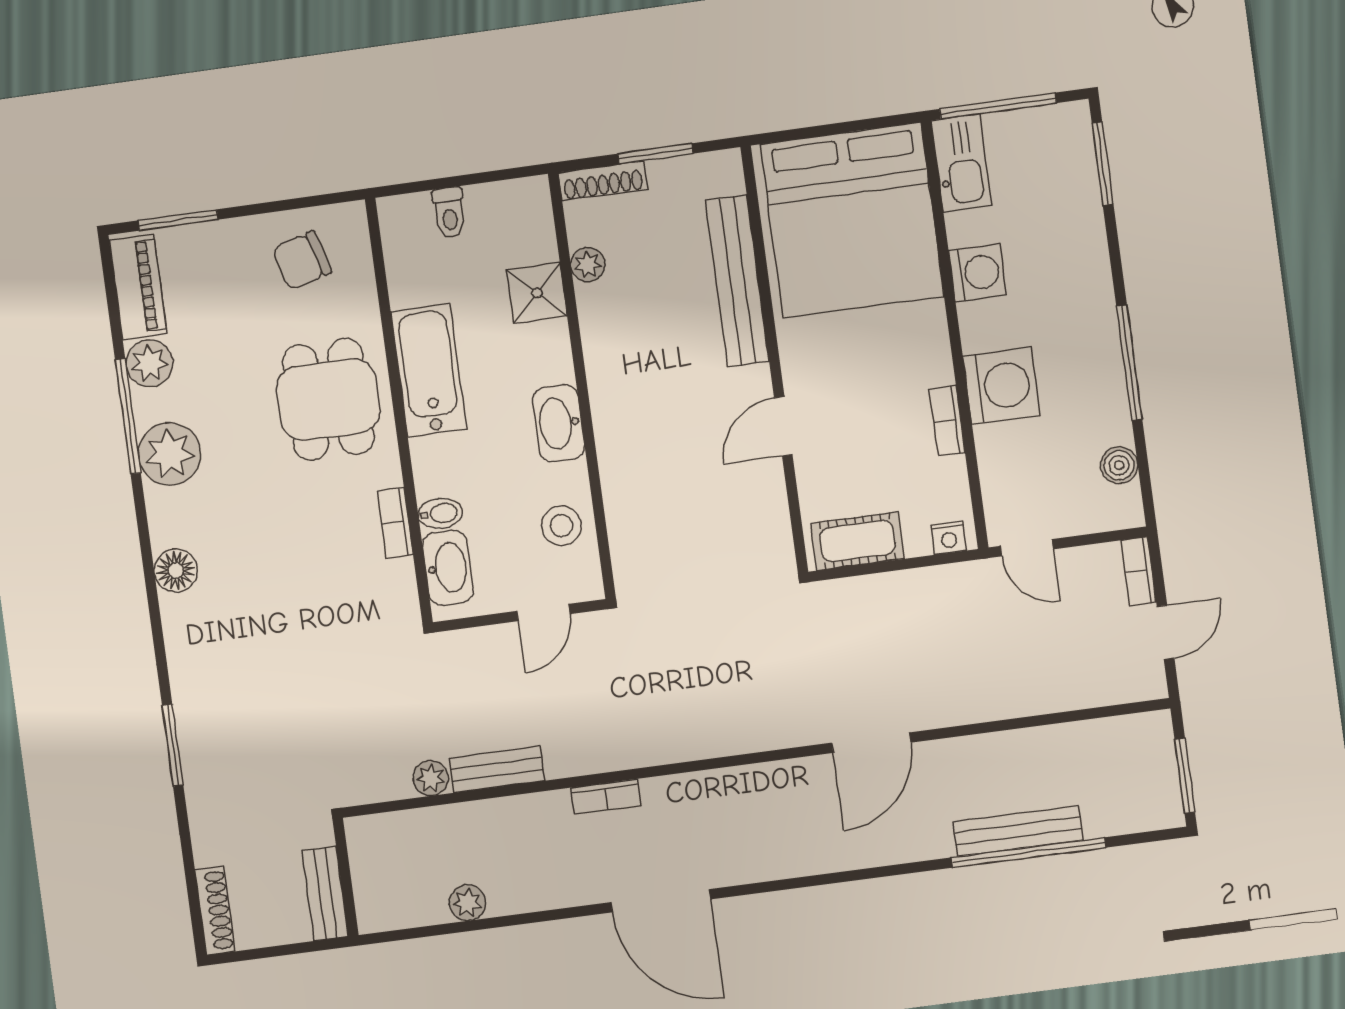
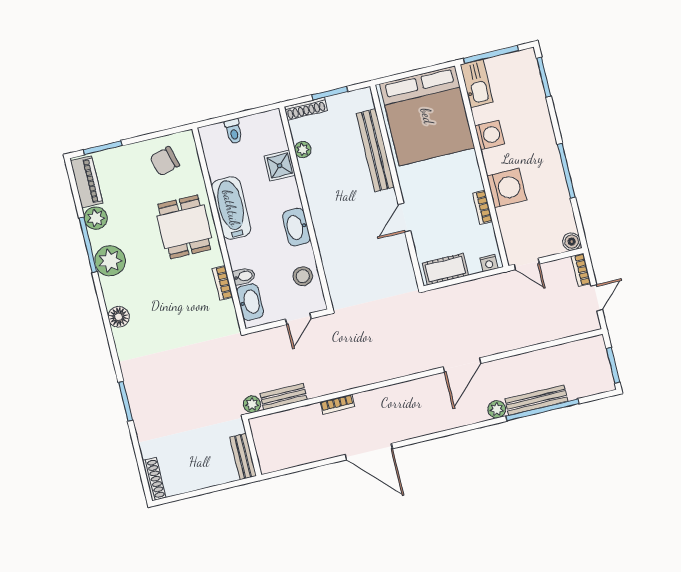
boiler: (1119, 465) -> (572, 242), moved
wall: (346, 877) -> (252, 448), moved
bench: (325, 894) -> (243, 457), moved
plant: (468, 903) -> (497, 409), moved

